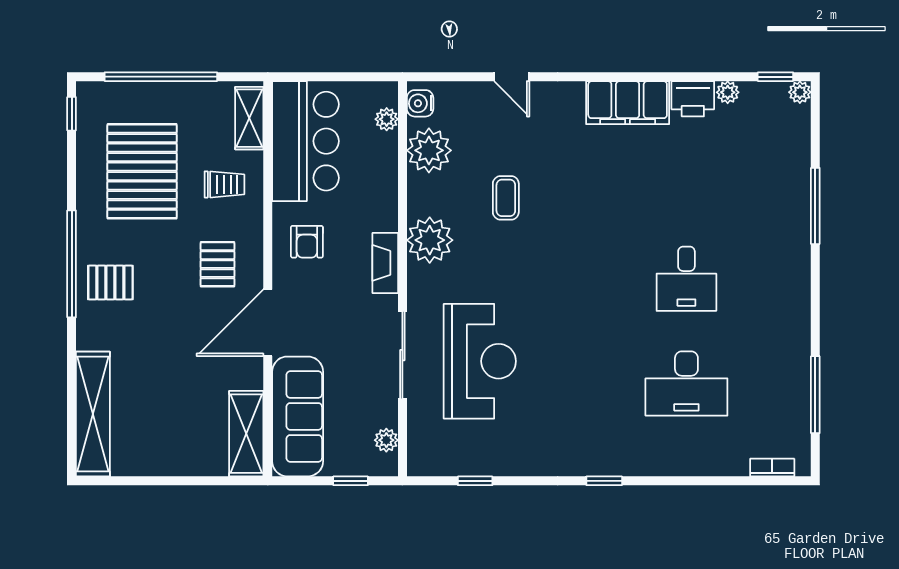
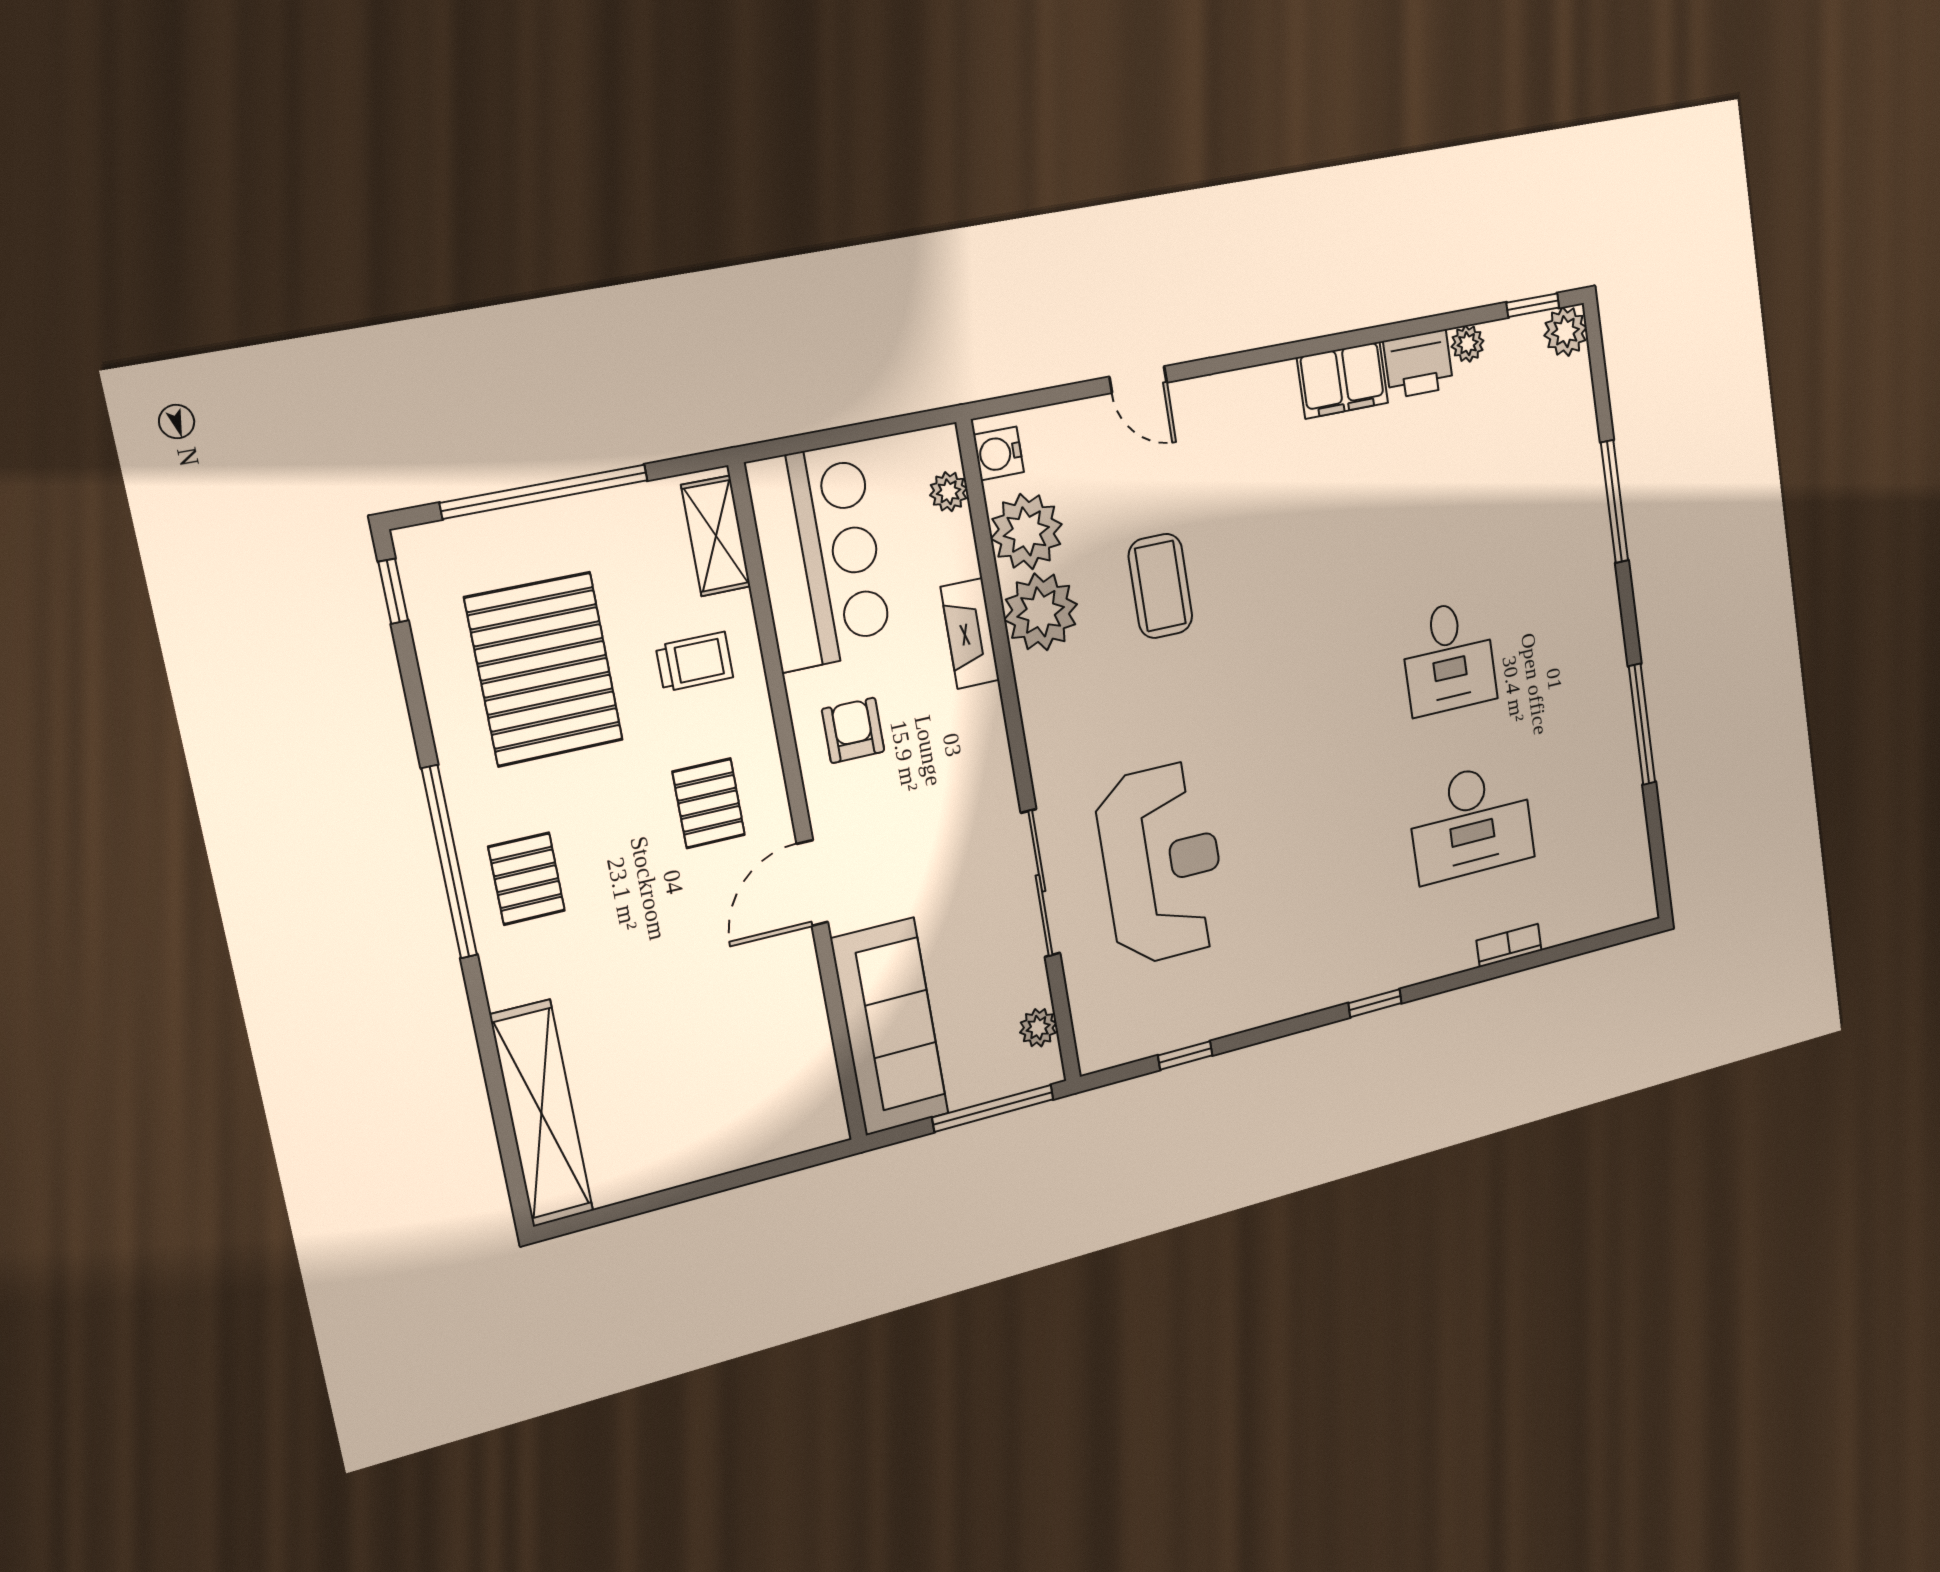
plant: (800, 92) -> (1565, 332), width x1.38, depth x1.38
filing cabinet: (628, 103) -> (1343, 380), width x0.67, depth x0.86
coffee table: (506, 198) -> (1160, 586), width x1.36, depth x1.30
plant: (430, 240) -> (1041, 612), moved
armchair: (307, 242) -> (853, 730), turned 180
fireplace: (385, 263) -> (970, 634), moved
pallet: (110, 283) -> (527, 879), turned 90
door: (268, 323) -> (812, 883), width x0.73
window: (815, 395) -> (1642, 724), moved
shelving: (246, 434) -> (811, 1077), removed
bookcase: (772, 468) -> (1509, 945), moved
window: (351, 481) -> (993, 1108), width x2.17

